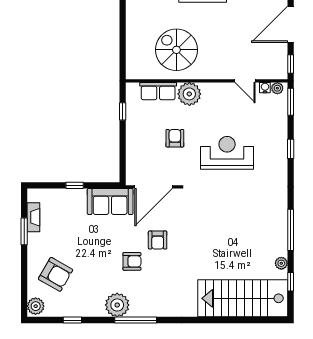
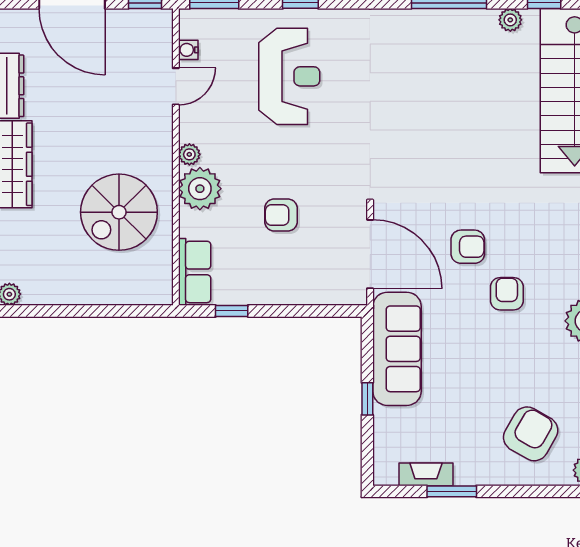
plant: (277, 88) -> (189, 154), moved
row of seats: (158, 91) -> (195, 272), moved
reception desk: (227, 153) -> (289, 76), moved, turned 180
sofa: (110, 201) -> (397, 349), width x1.36

